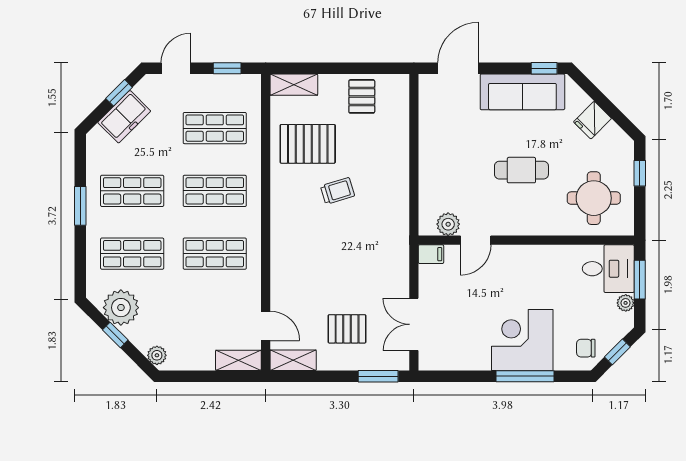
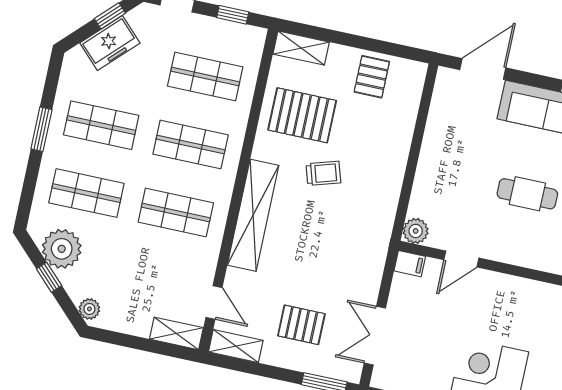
plant: (448, 224) -> (416, 231), moved
shelving: (283, 241) -> (253, 215), added

